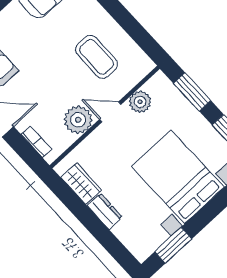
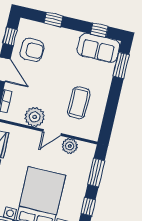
door: (110, 112) -> (52, 133), swing flipped

